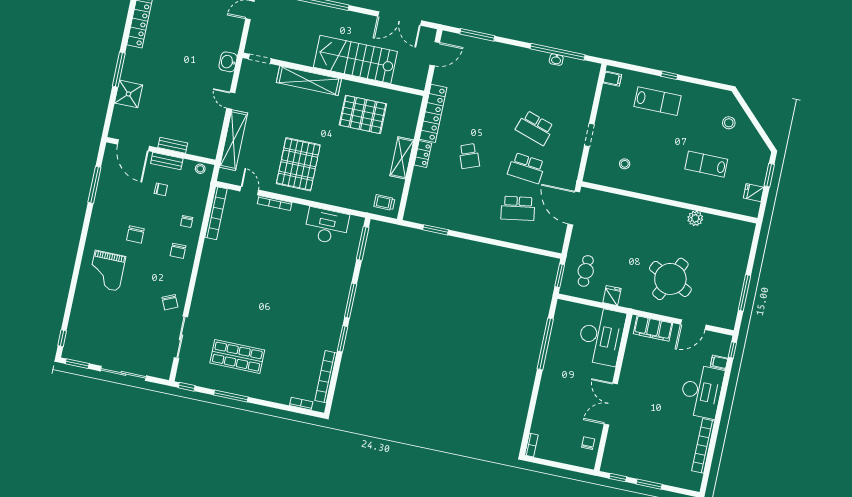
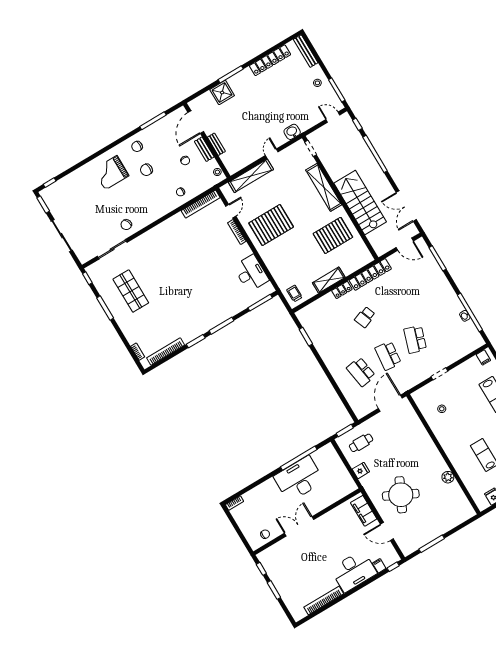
pallet: (363, 114) -> (333, 235), turned 90
chair: (178, 251) -> (137, 146), moved
desk: (601, 336) -> (299, 479), moved, turned 180

